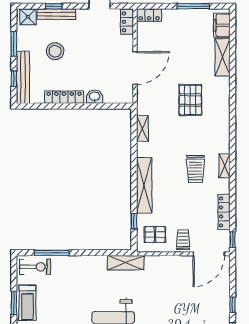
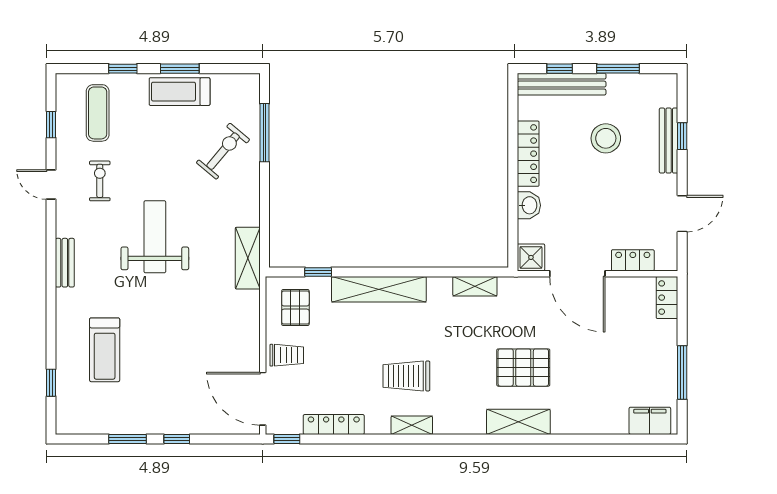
shower: (28, 17) -> (531, 257), moved
locker: (127, 22) -> (633, 260), moved
shelving: (222, 57) -> (518, 422), moved
exercise bike: (35, 267) -> (223, 151), moved, turned -140

